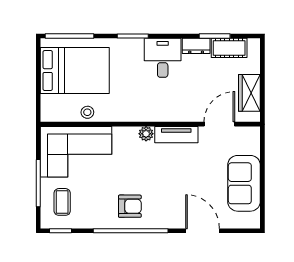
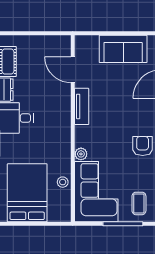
wardrobe: (249, 93) -> (46, 44), removed
plant: (146, 134) -> (81, 154), moved
coffee table: (62, 202) -> (139, 203), turned 90

